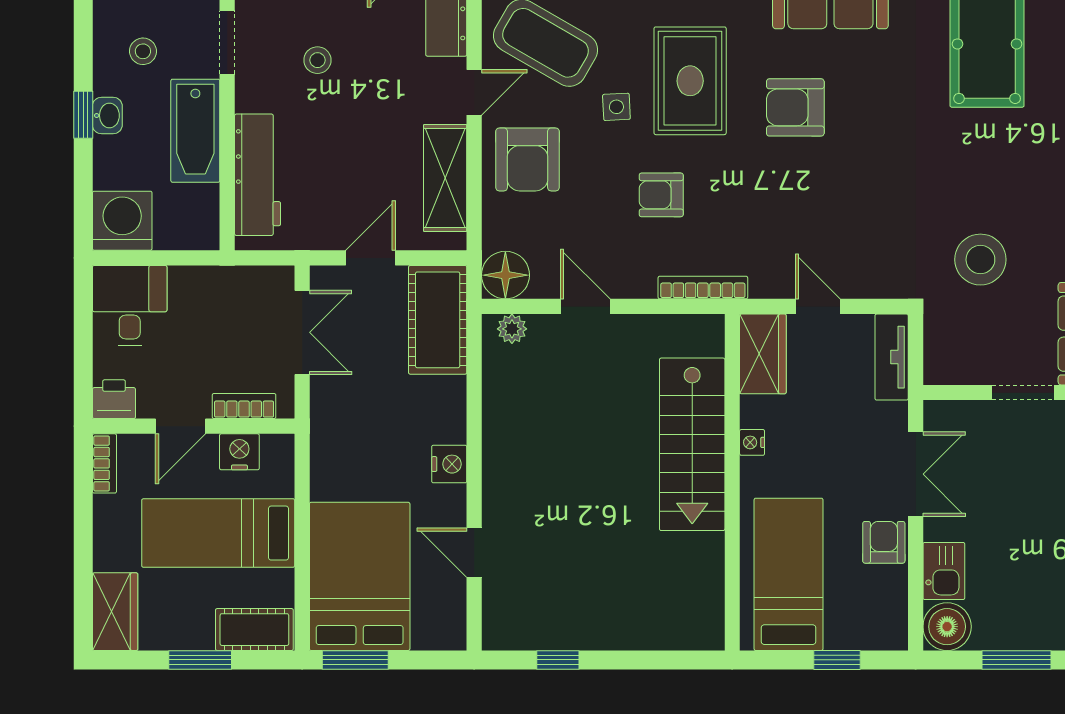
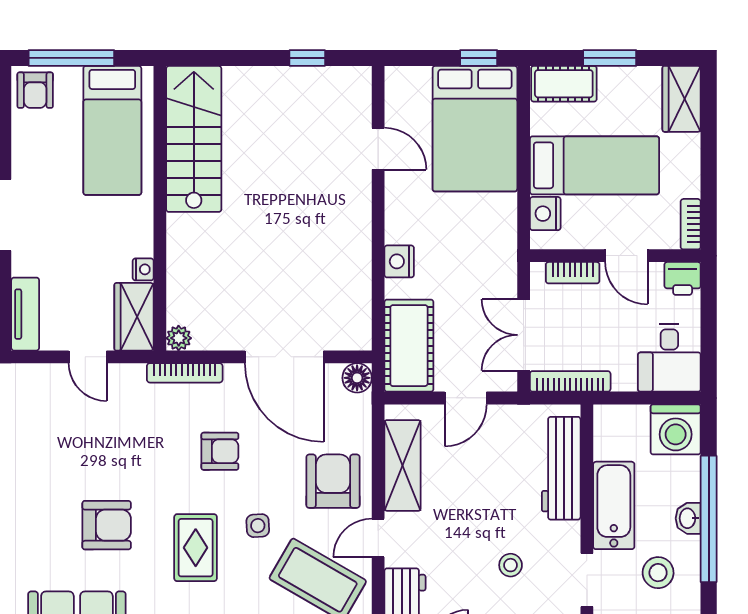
stool: (143, 51) -> (658, 573), width x1.37, depth x1.37
rug: (690, 81) -> (196, 548), width x0.73, depth x0.70
window: (83, 115) -> (709, 519), width x3.17
floor lamp: (505, 275) -> (357, 378), width x0.73, depth x0.73
bookcase: (247, 278) -> (570, 381), added
door: (585, 306) -> (284, 357), width x1.88
plant: (512, 329) -> (179, 338), moved
door: (180, 426) -> (626, 256), swing flipped
nightstand: (752, 442) -> (143, 269), moved
stairs: (692, 444) -> (194, 139), moved
nightstand: (239, 452) -> (545, 214), moved, turned 90
nightstand: (449, 464) -> (399, 261), moved
armchair: (884, 542) -> (35, 90), moved
window: (355, 660) -> (479, 58), width x0.67
window: (837, 660) -> (71, 58), width x2.17

